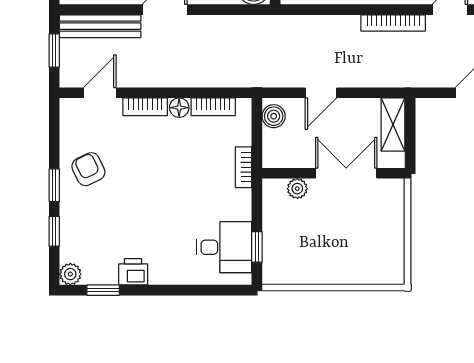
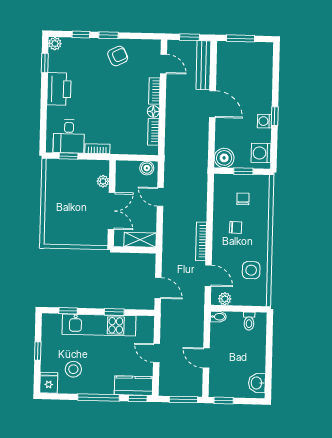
bookcase: (244, 167) -> (97, 149), moved
printer: (133, 272) -> (59, 89), width x1.87, depth x1.48

